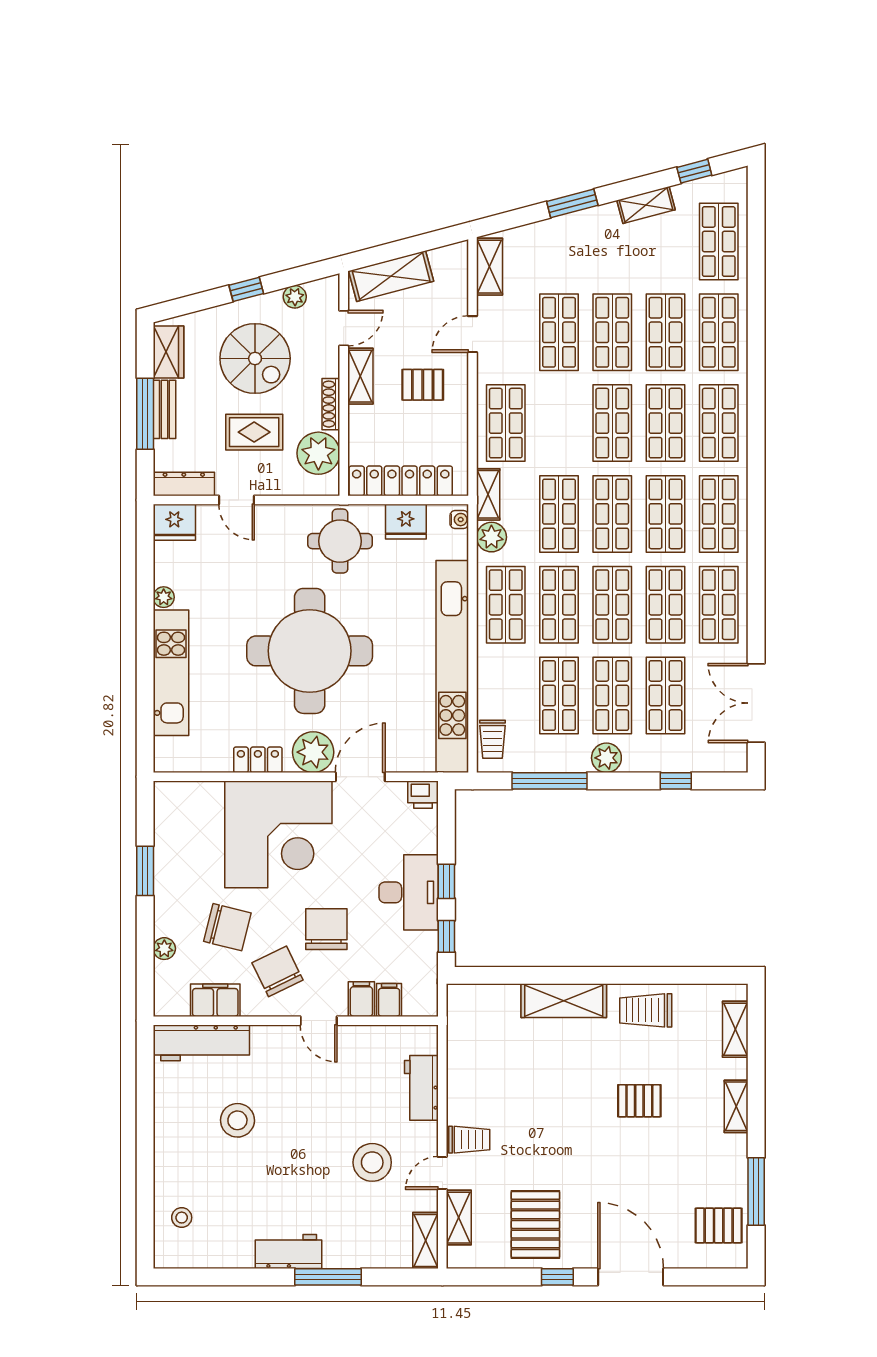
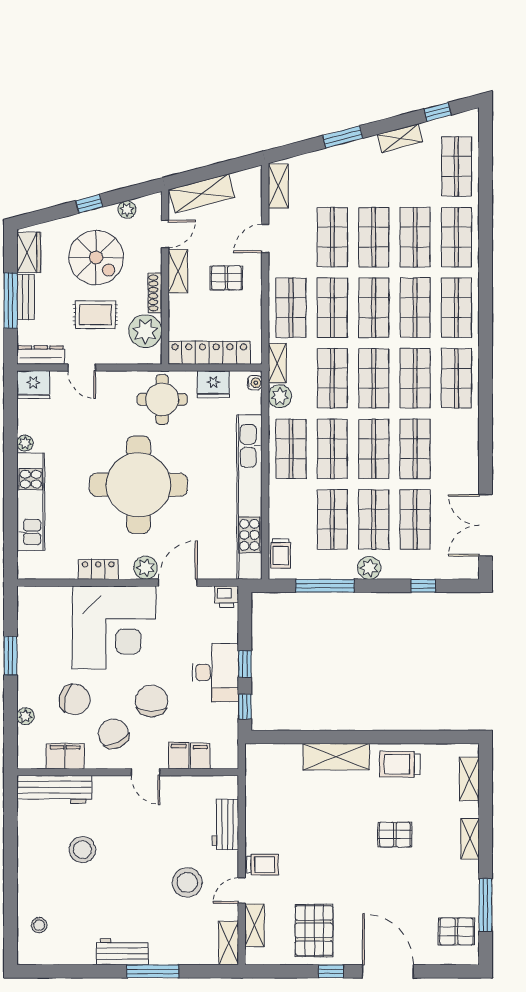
shop shelf: (719, 605) -> (332, 308), moved
plant: (313, 752) -> (146, 568), width x0.73, depth x0.73

